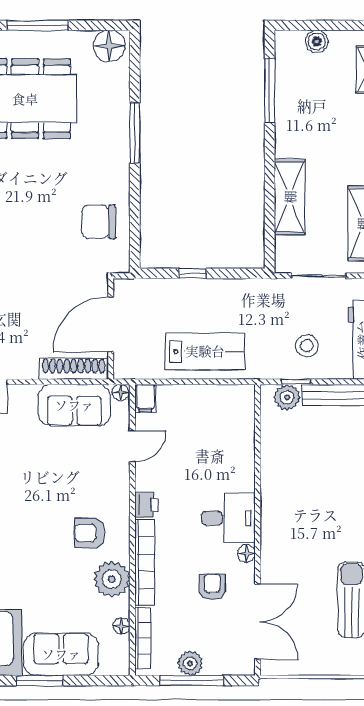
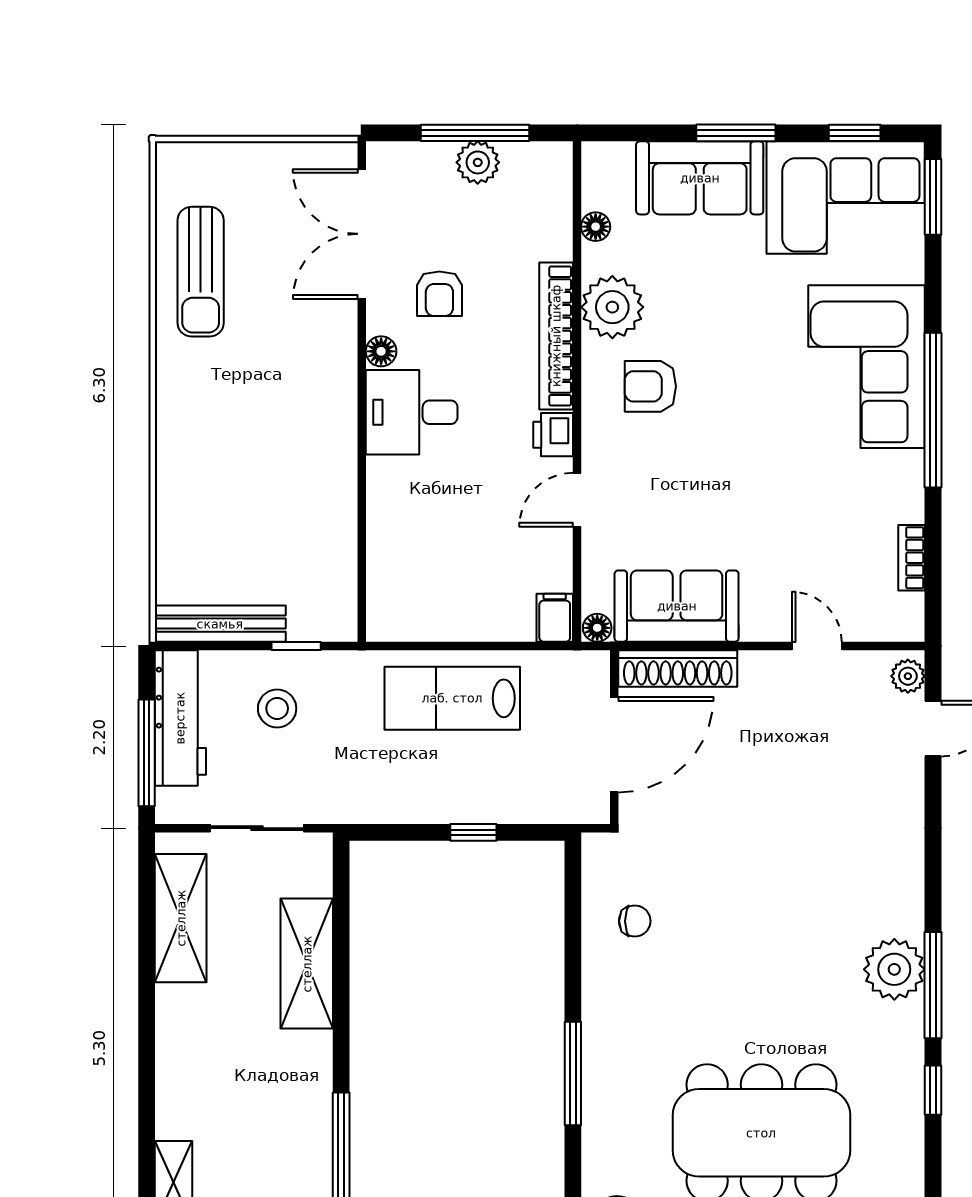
chair: (99, 222) -> (635, 921), width x0.54, depth x0.54
plant: (287, 397) -> (311, 620), removed
door: (132, 446) -> (577, 500), moved
armchair: (90, 533) -> (650, 386), turned 180
bookcase: (143, 638) -> (559, 206), removed

